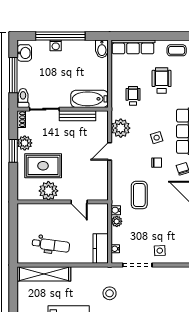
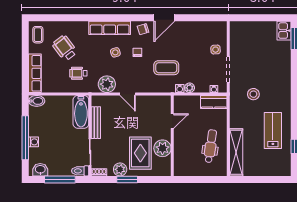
wheelchair: (162, 81) -> (65, 48), turned 53

